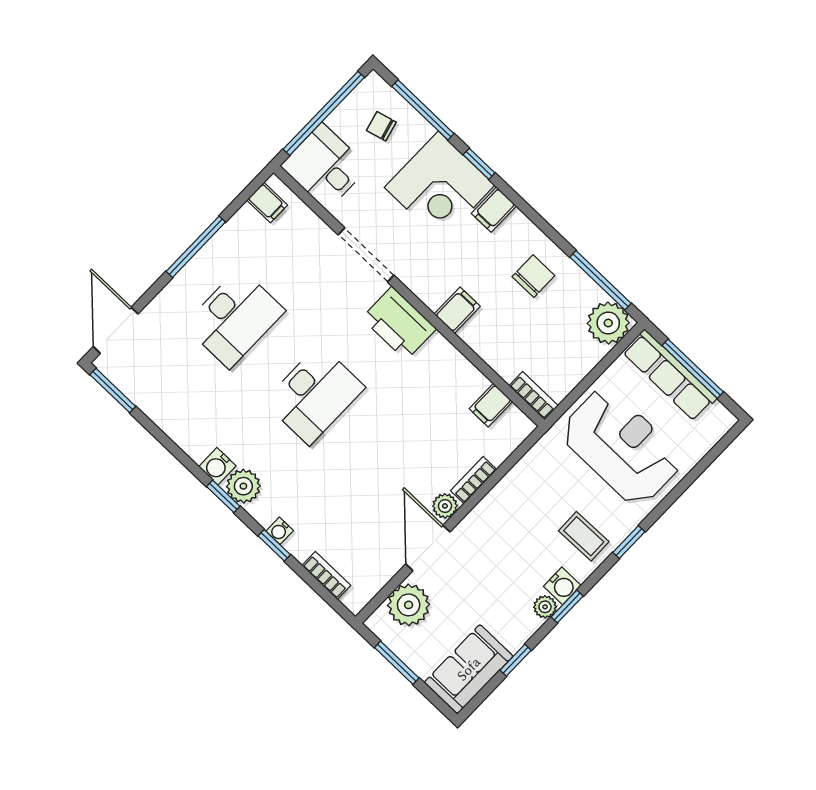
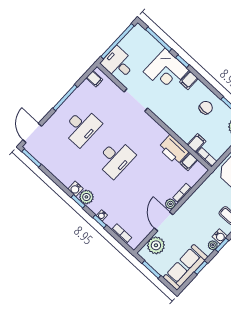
chair: (381, 126) -> (141, 46), removed
filing cabinet: (457, 310) -> (197, 143), moved
printer: (399, 323) -> (173, 150), moved
sofa: (469, 669) -> (185, 267), width x1.36

